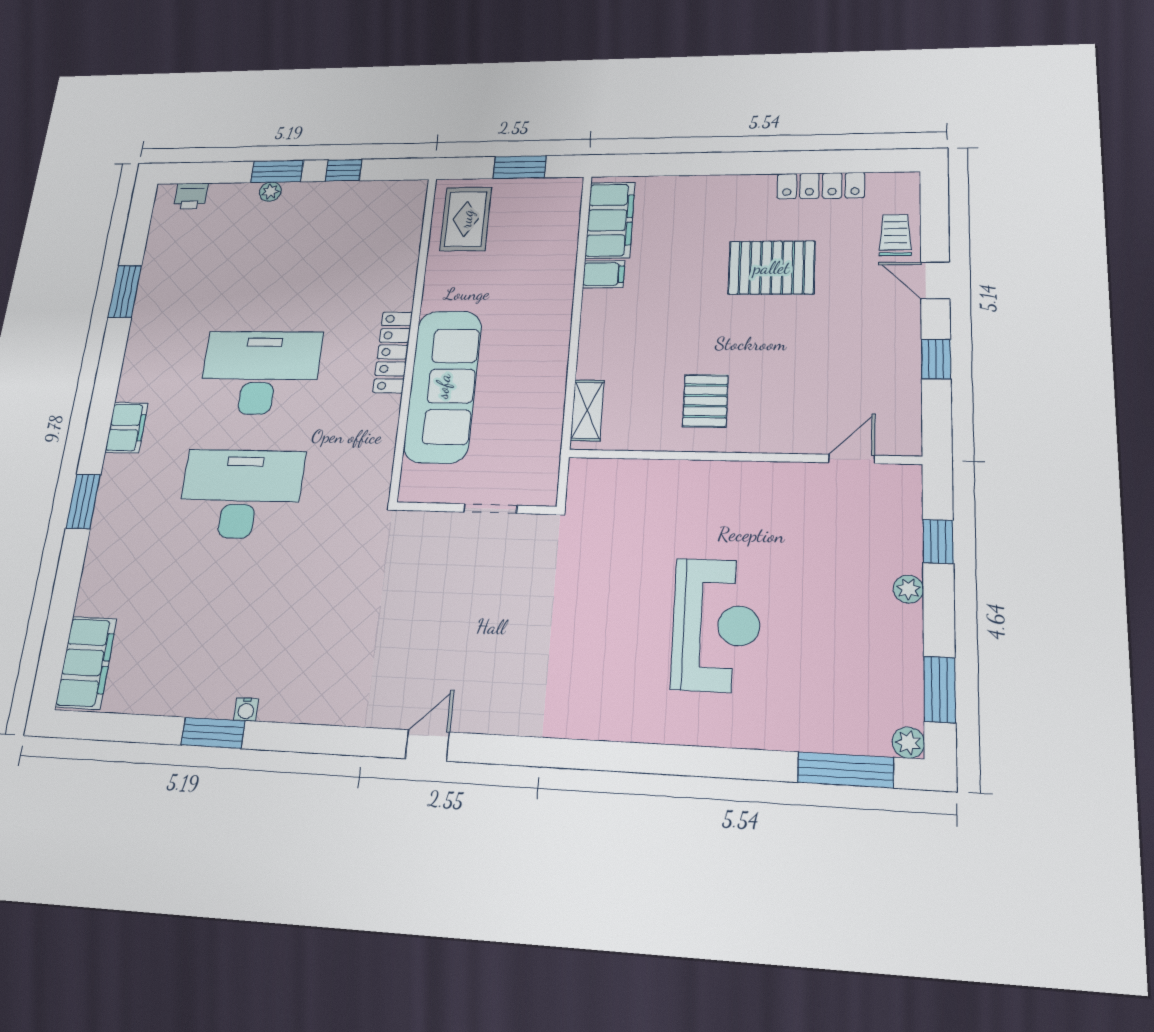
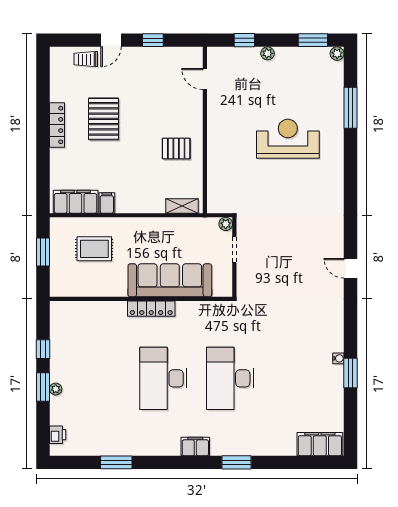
locker: (821, 186) -> (57, 125), moved
rug: (466, 219) -> (94, 249), moved
plant: (544, 493) -> (226, 224), added
window: (846, 770) -> (350, 108), moved

